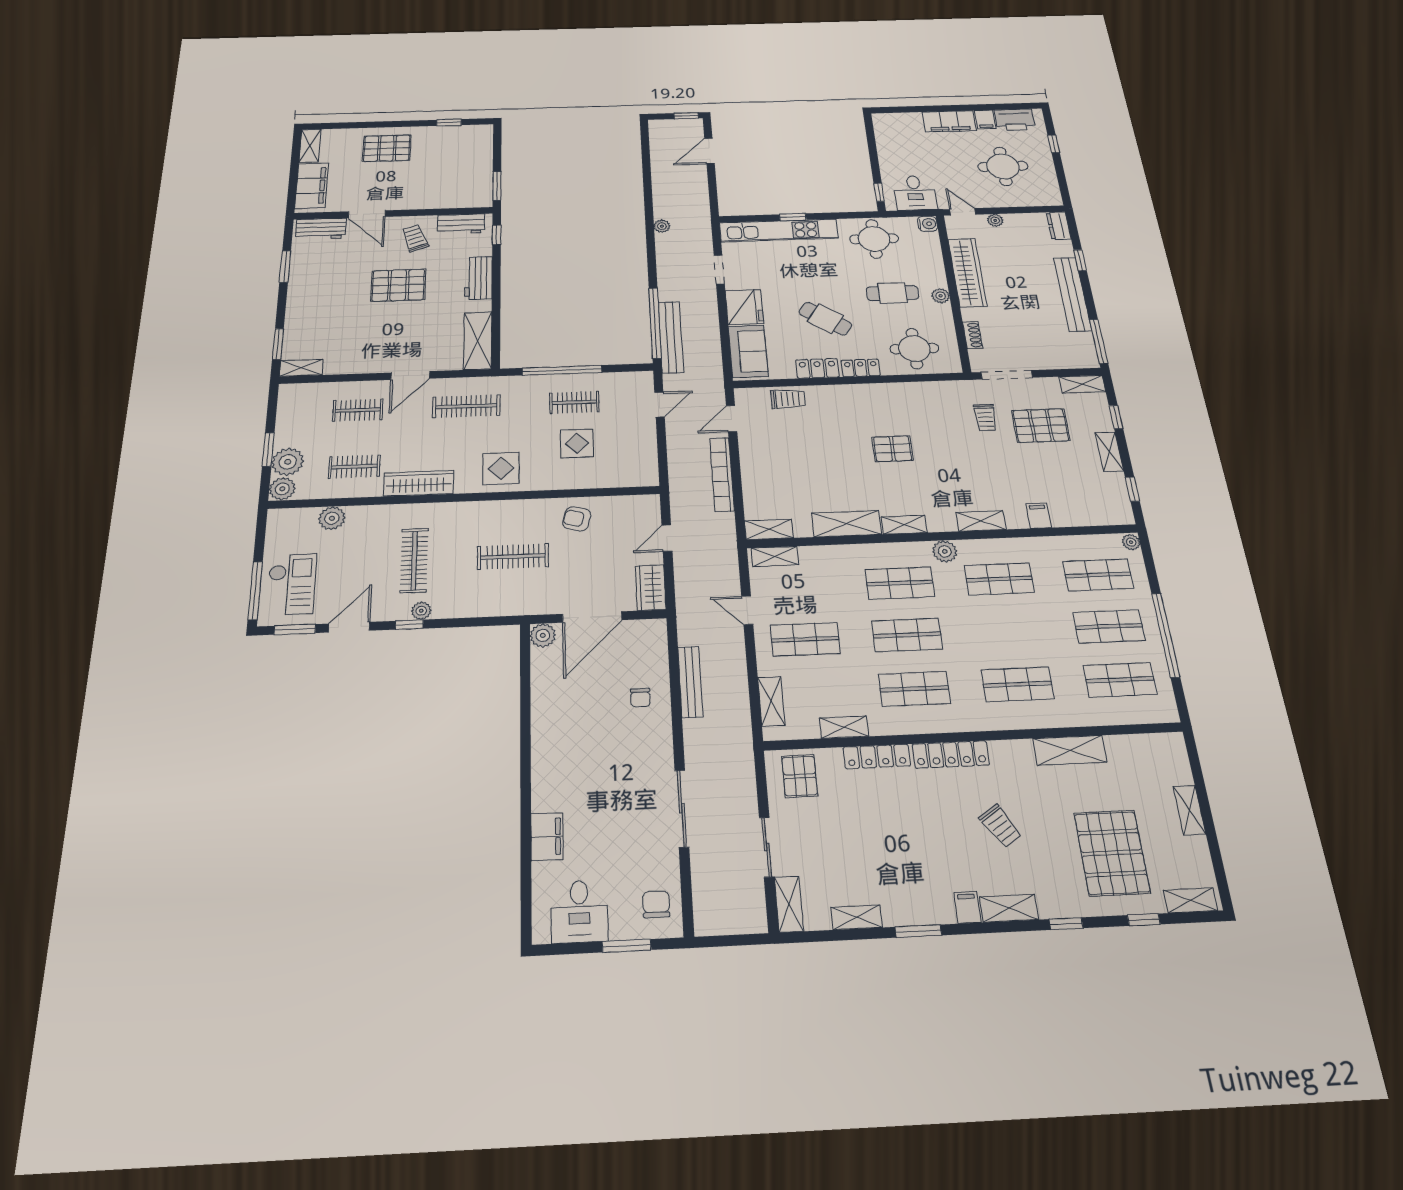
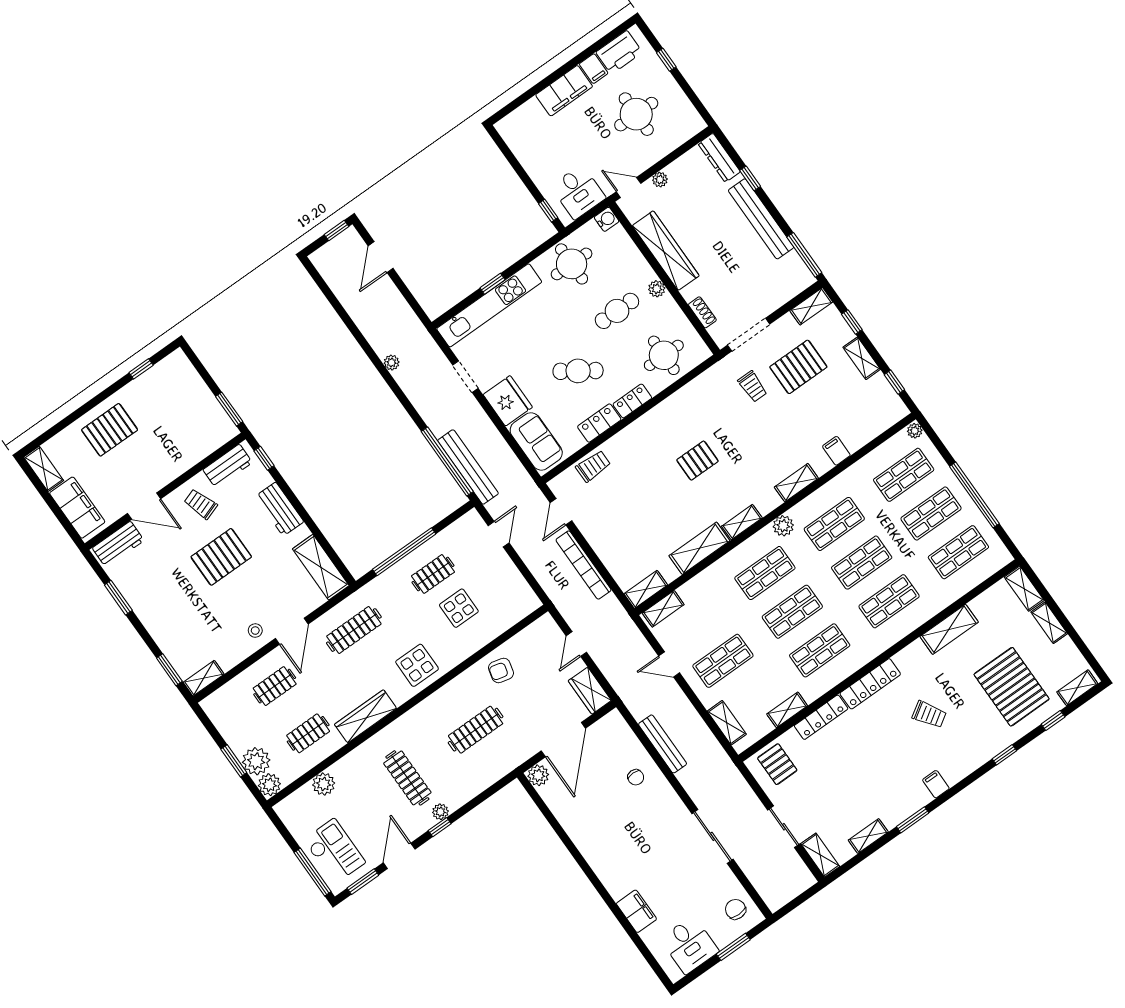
dresser: (1059, 226) -> (719, 158), width x1.44
stool: (379, 357) -> (255, 631), added
shop shelf: (1008, 631) -> (862, 563), added
shelving: (1009, 908) -> (1024, 589), moved, turned 90

